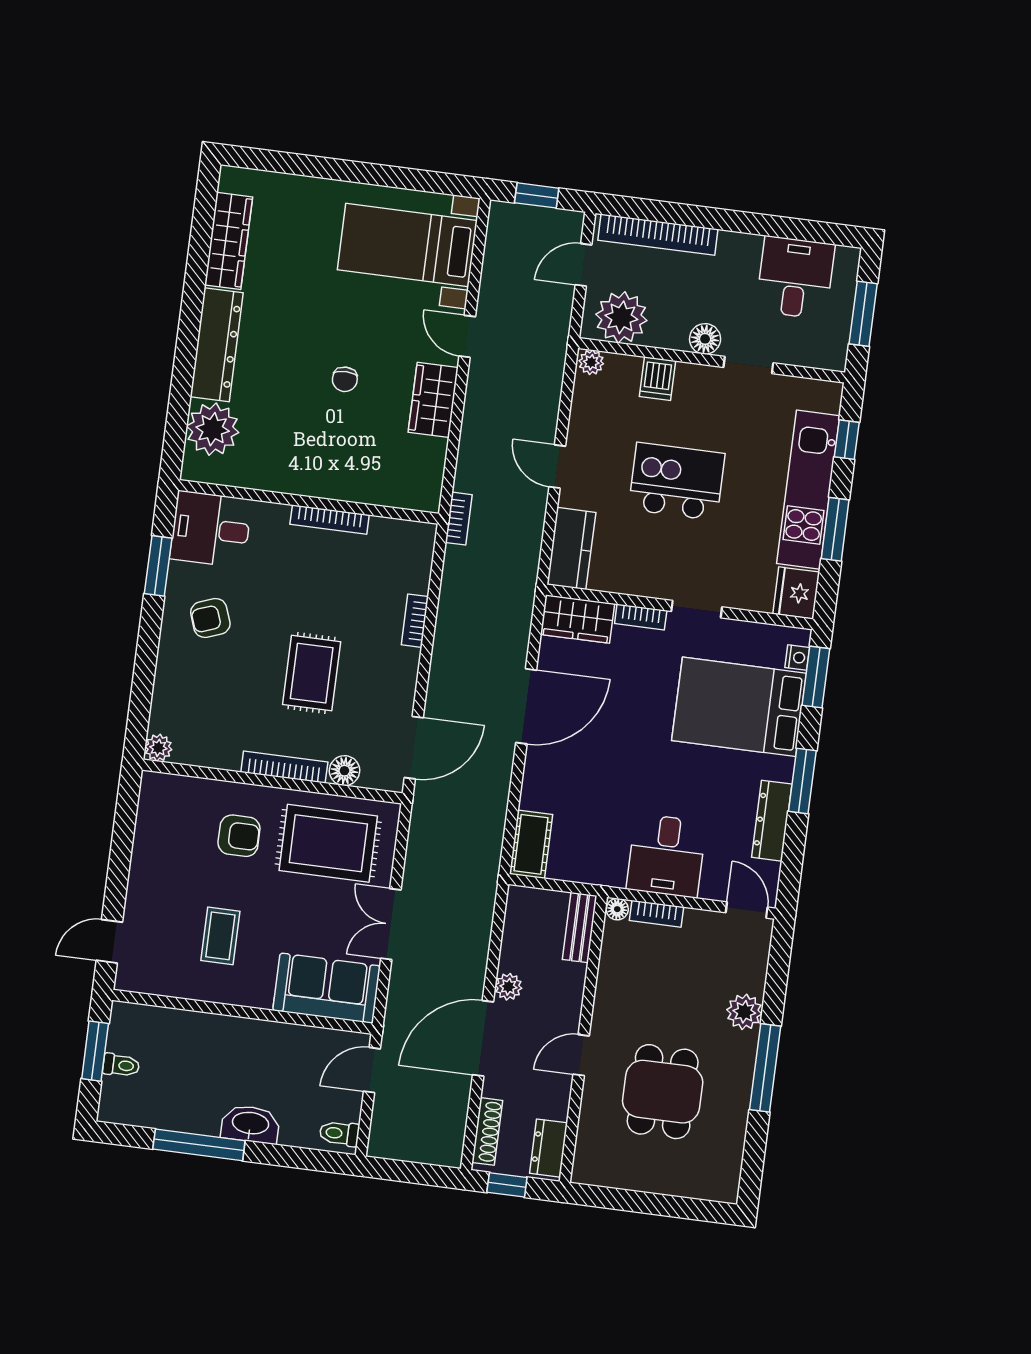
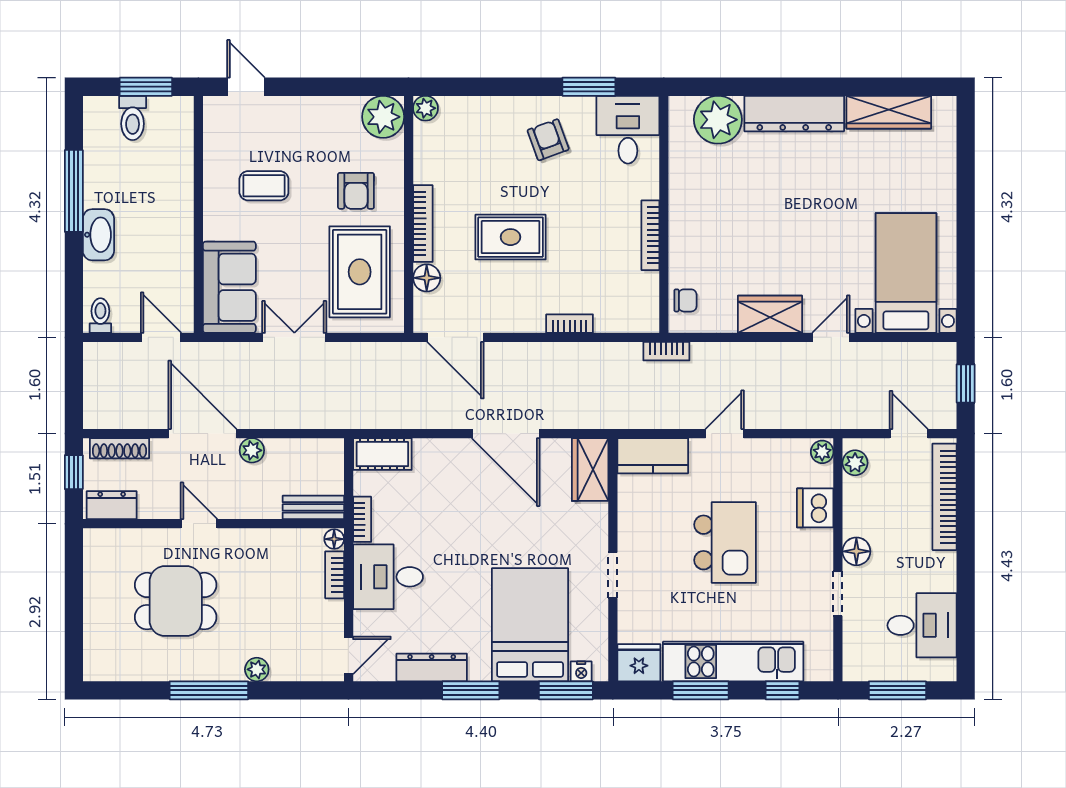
plant: (621, 317) -> (855, 463), width x0.53, depth x0.53
chair: (345, 379) -> (685, 300), moved, turned 180
dishwasher: (658, 379) -> (815, 508), width x1.38
bookcase: (641, 617) -> (362, 519), moved, turned 180
plant: (162, 796) -> (383, 117), added
plant: (744, 1012) -> (257, 669), width x0.73, depth x0.73
toilet: (121, 1065) -> (133, 118), width x1.37, depth x1.39

